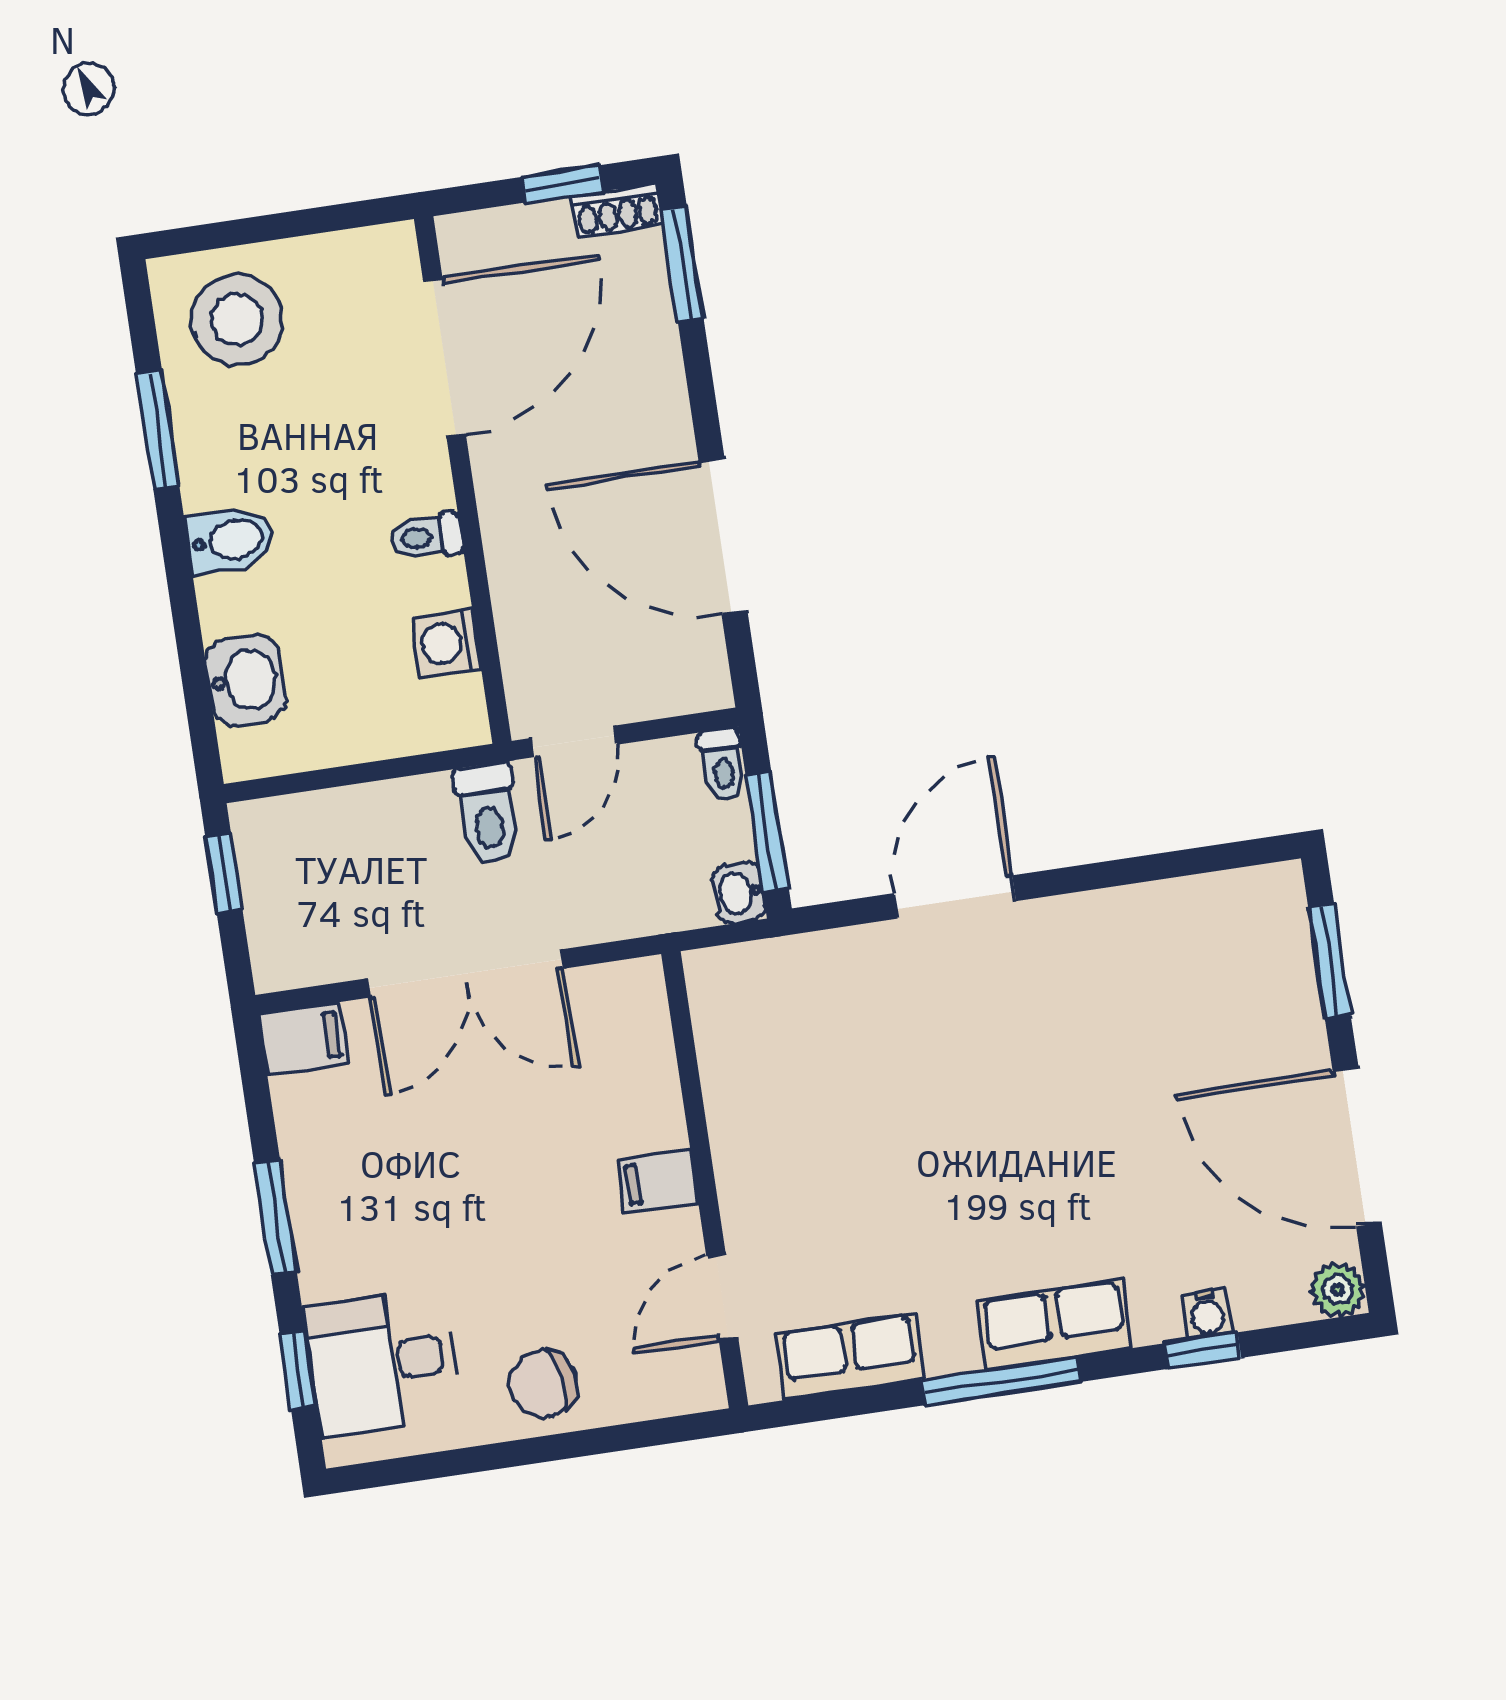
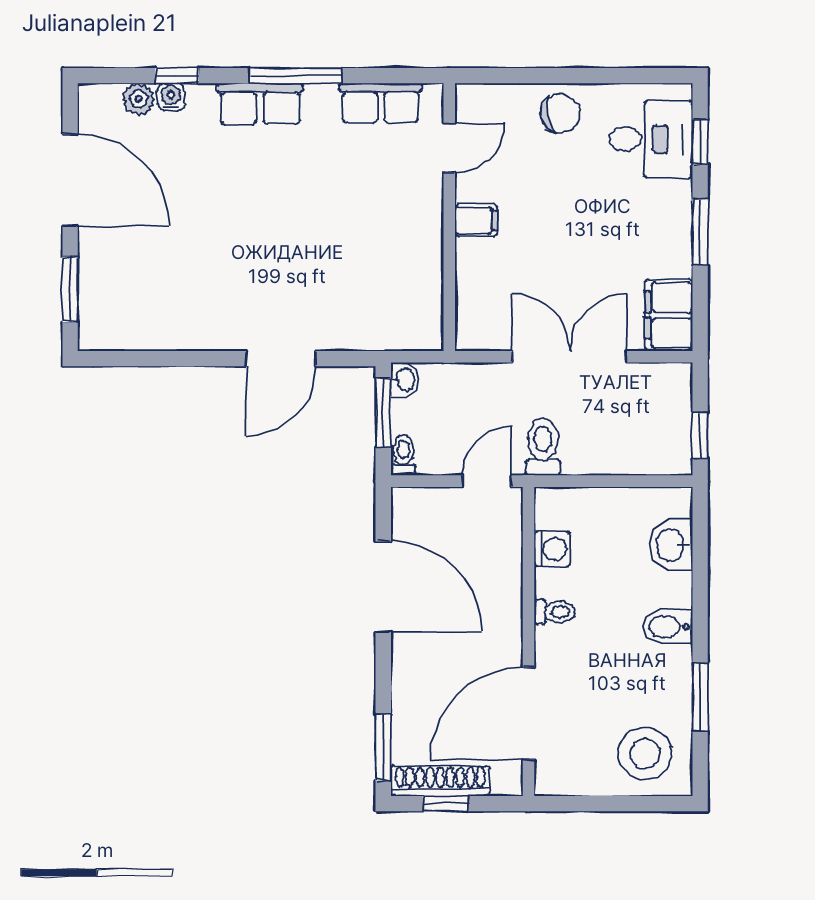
shoe rack: (617, 210) -> (440, 781), width x1.94, depth x1.24
filing cabinet: (303, 1039) -> (669, 315), width x2.00
plant: (1338, 1290) -> (139, 99), moved

